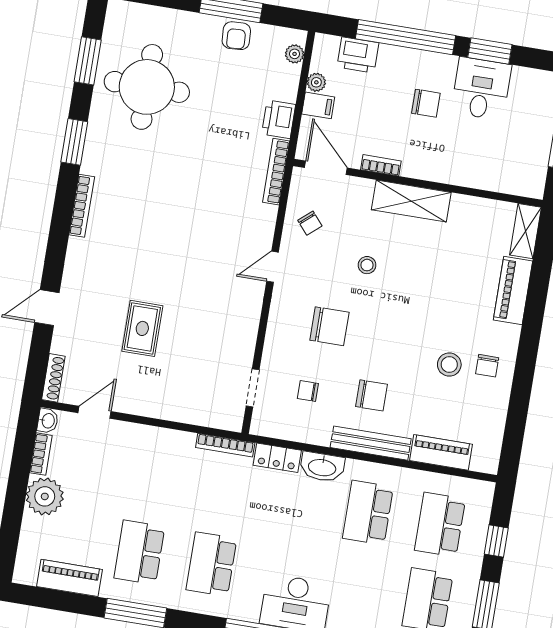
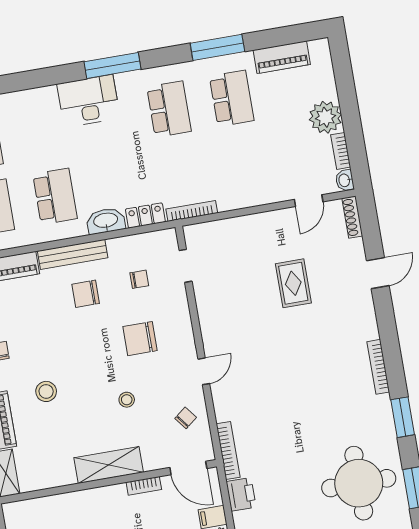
chair: (310, 223) -> (186, 418), turned 93
stool: (449, 365) -> (46, 391), moved

